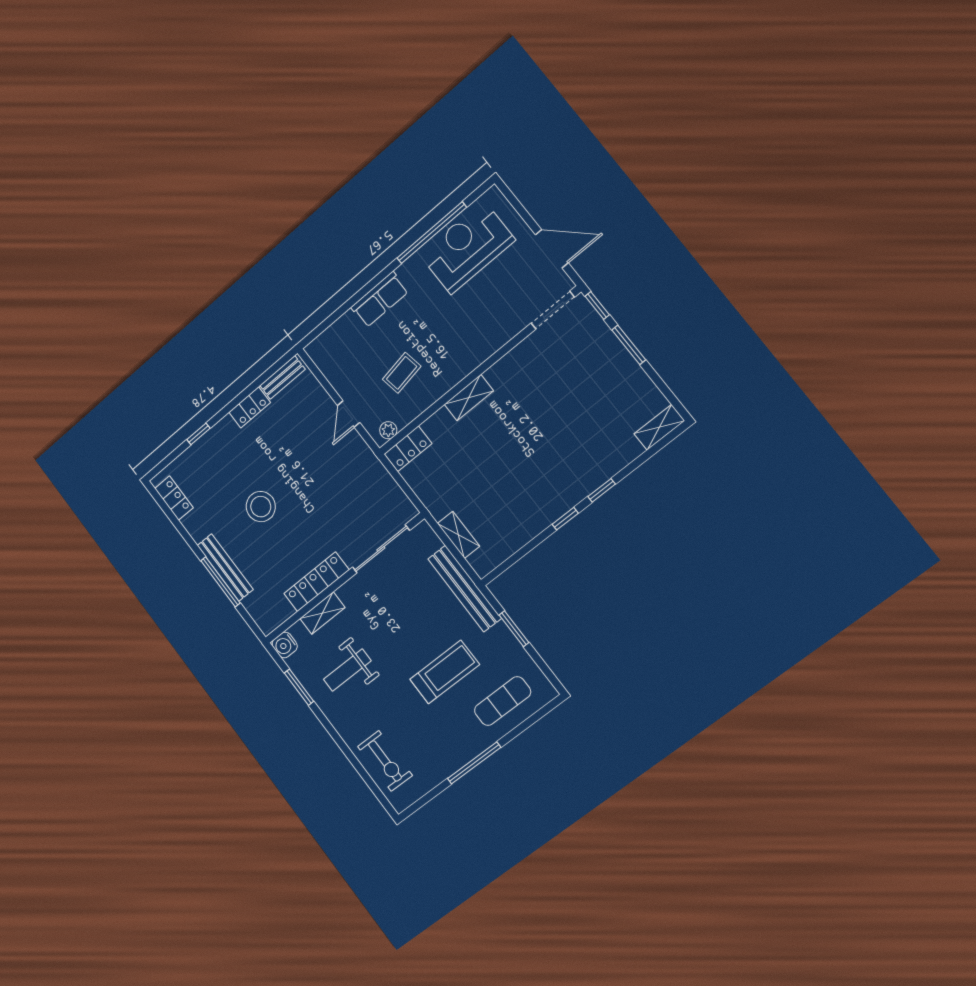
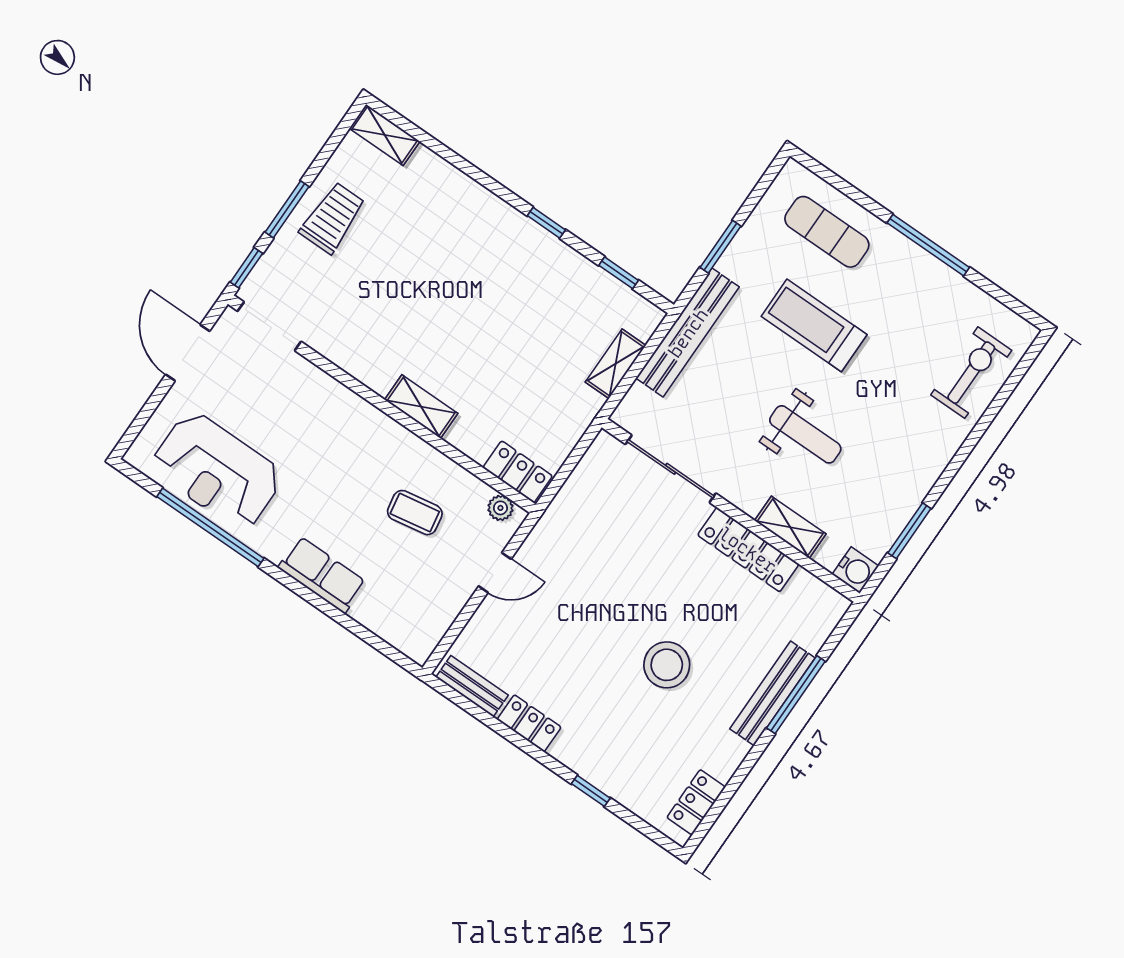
trolley: (613, 375) -> (333, 218), added
window: (602, 490) -> (619, 273), moved
weight bench: (347, 670) -> (805, 434), moved

